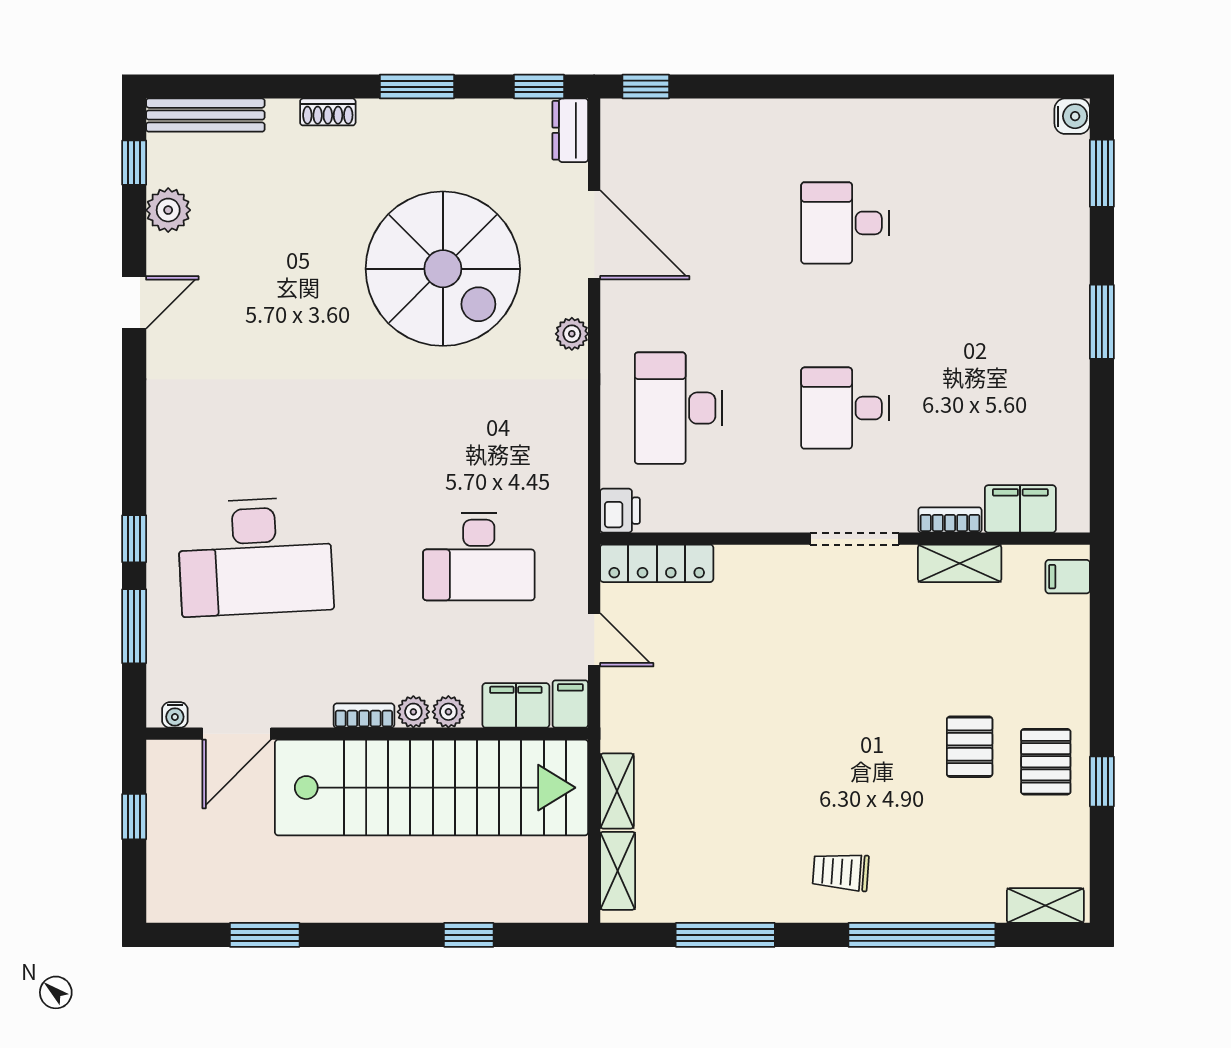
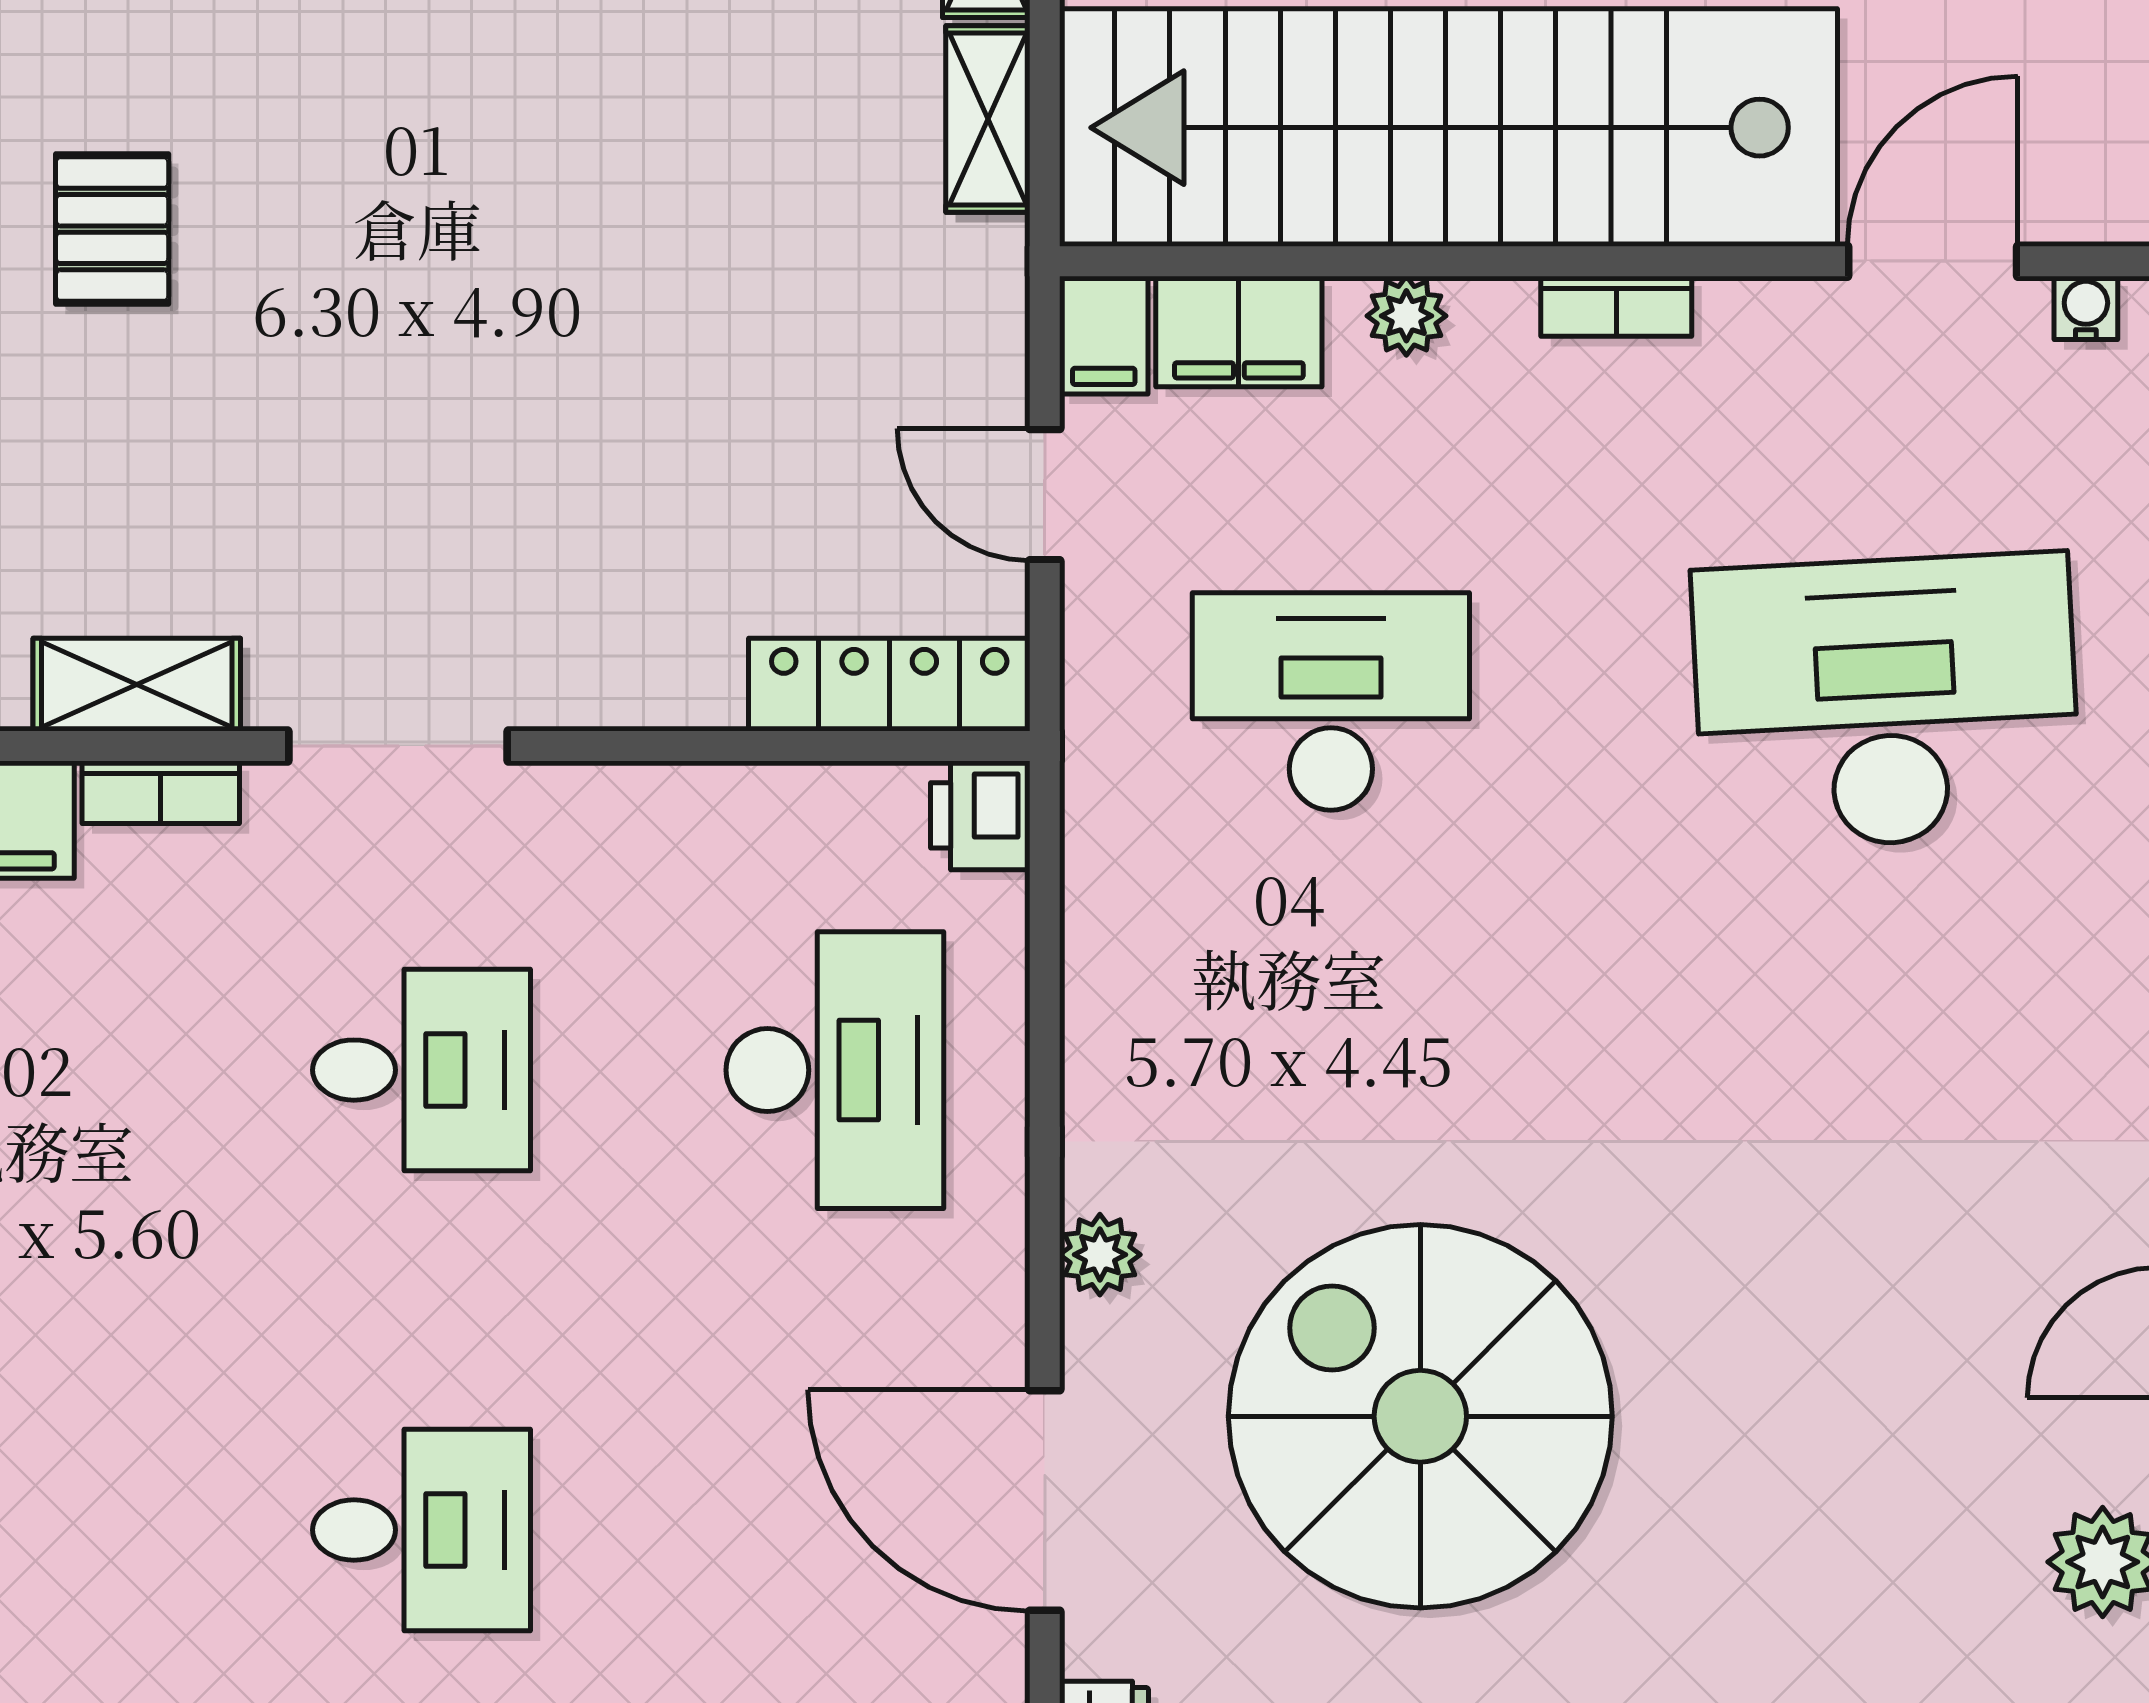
plant: (413, 712) -> (1494, 316), removed

